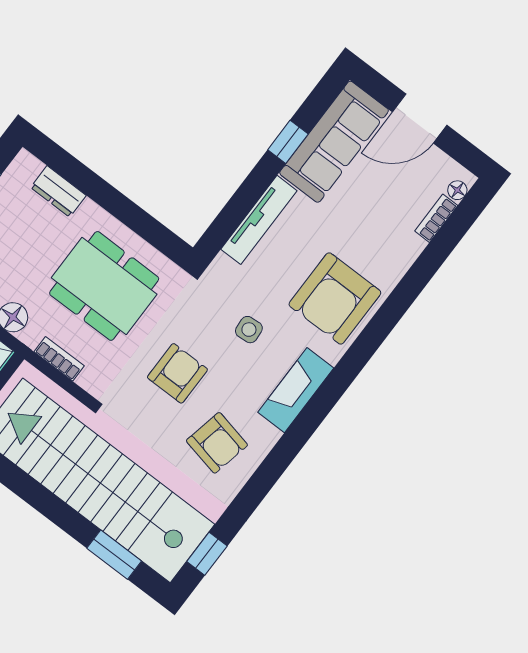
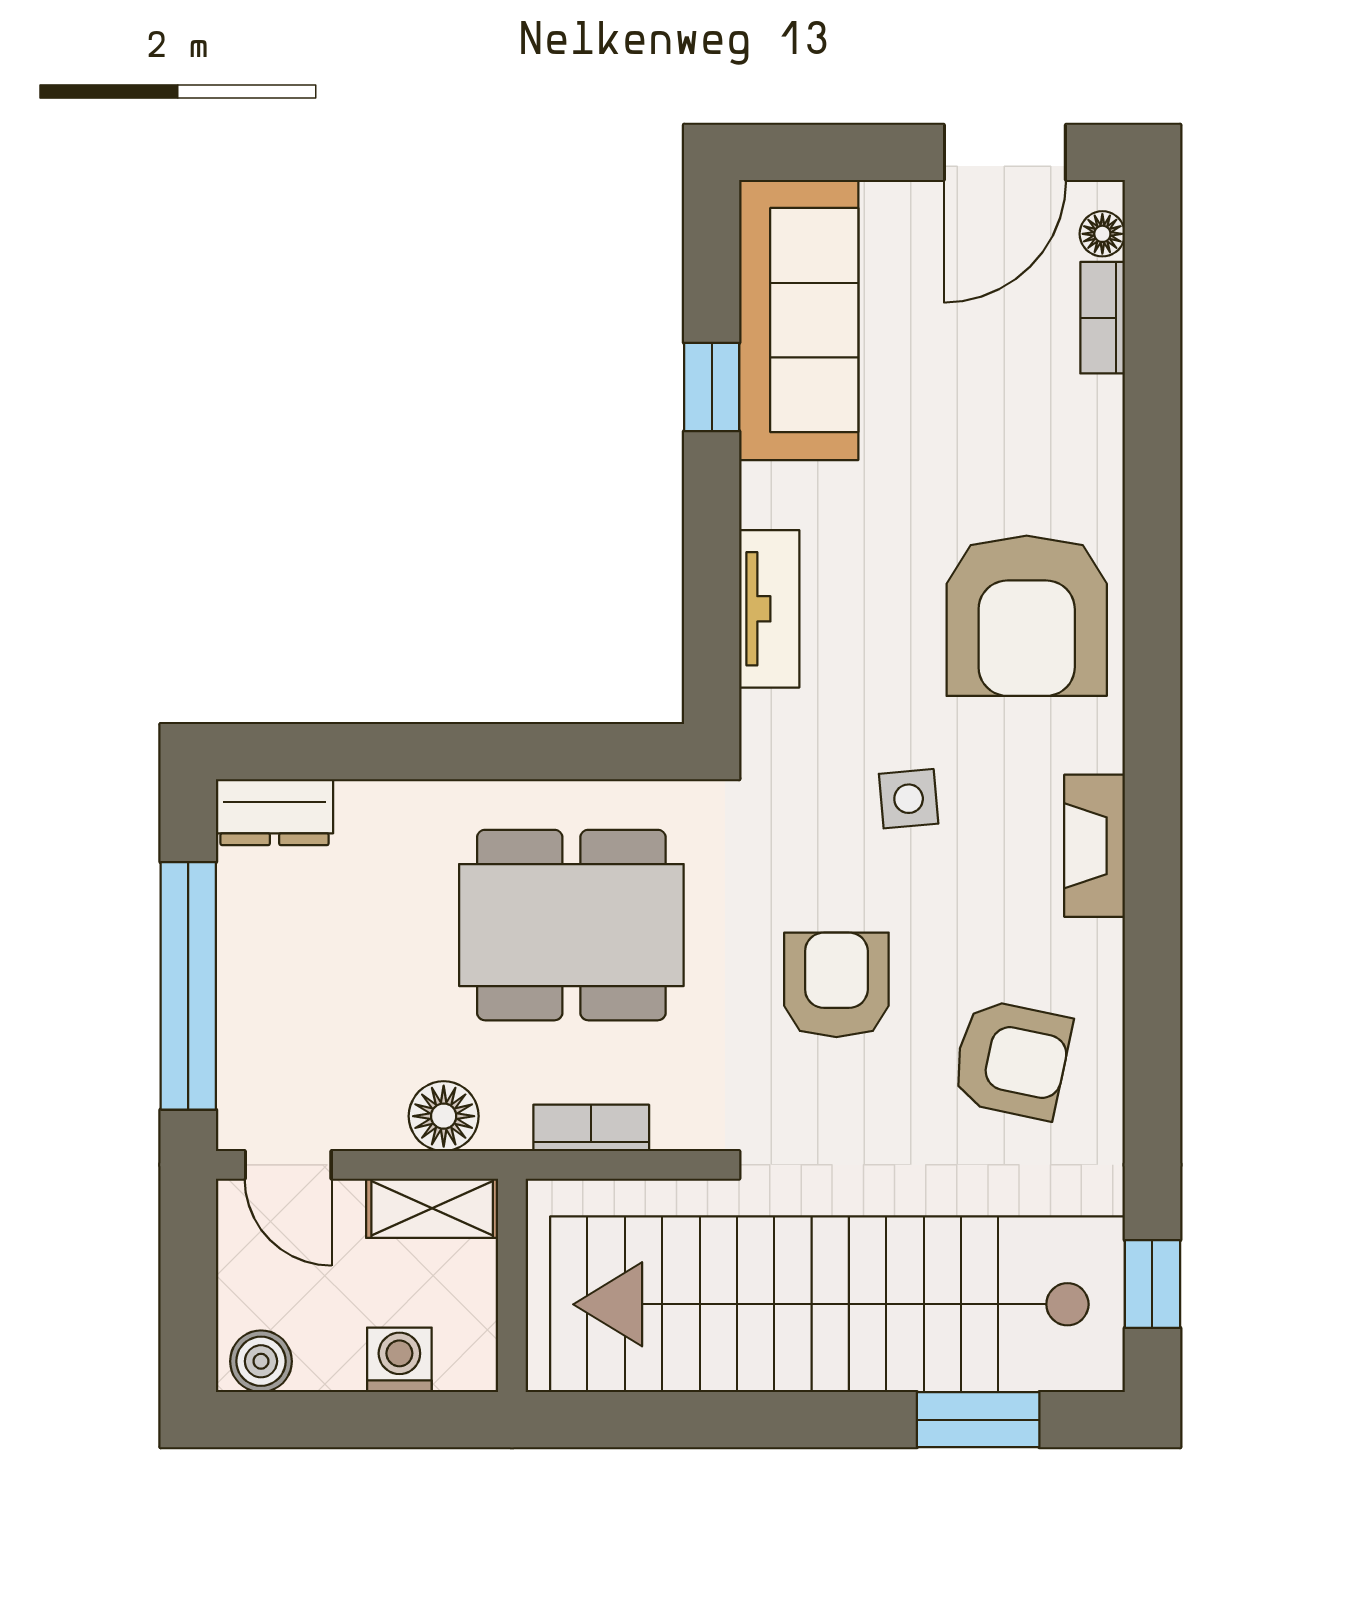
door: (420, 118) -> (1005, 152), moved
dresser: (58, 191) -> (275, 812), moved
tv unit: (259, 220) -> (769, 609), width x0.71
fireplace: (296, 390) -> (1095, 846), width x0.73, depth x0.76

